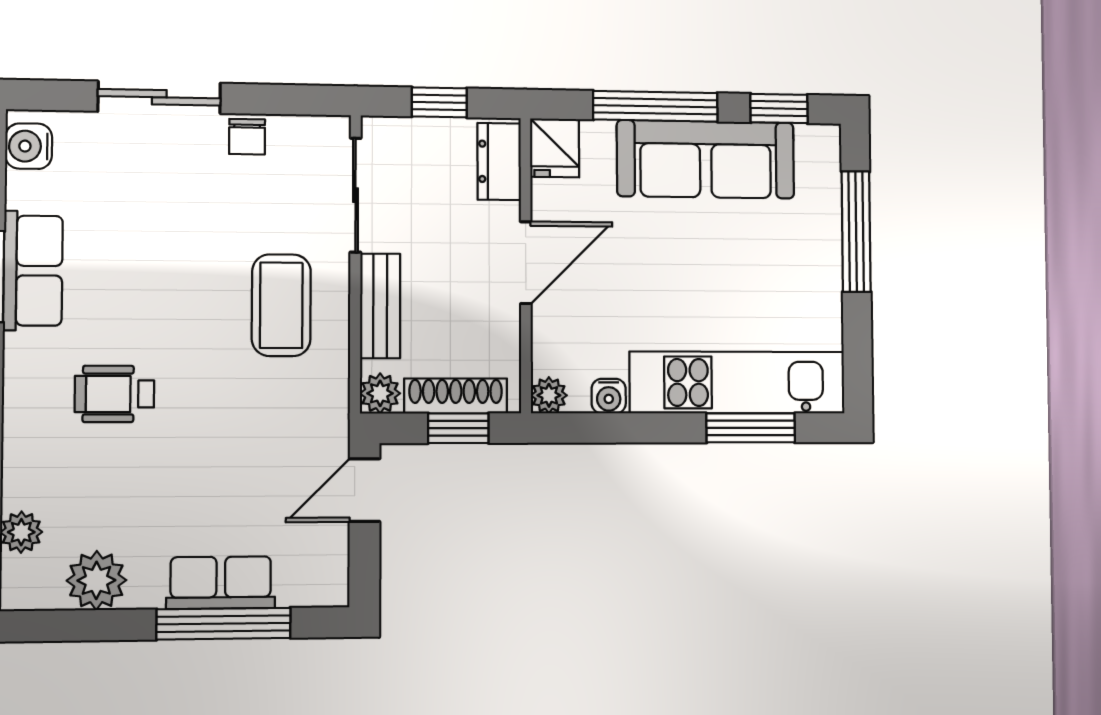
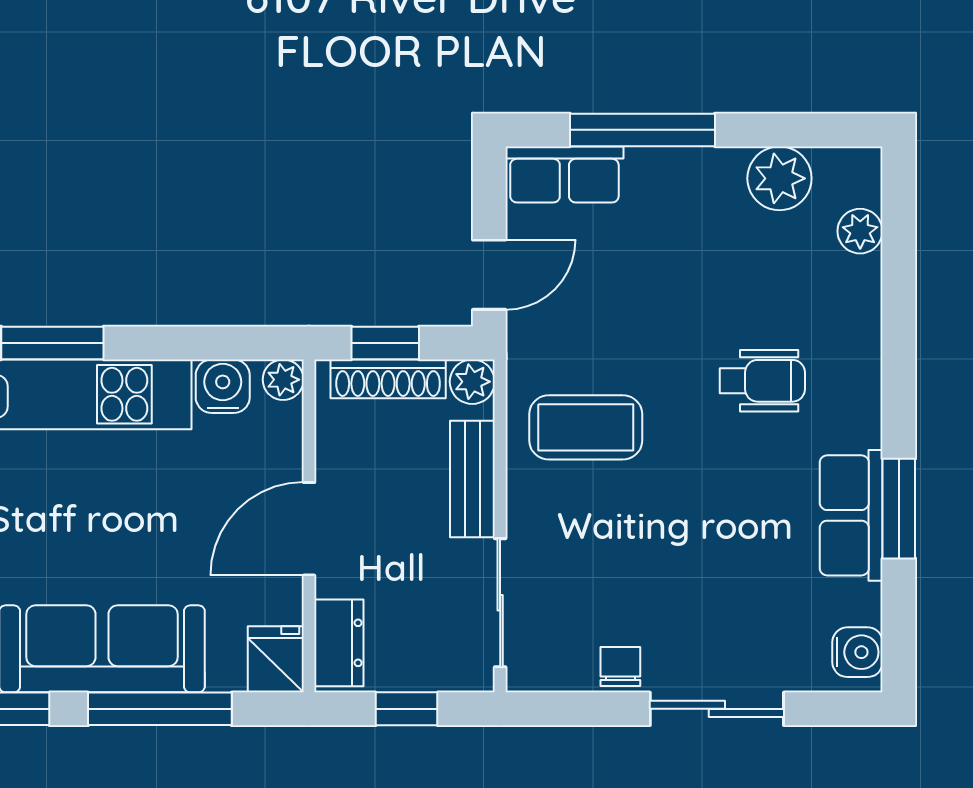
coffee table: (281, 305) -> (586, 427), moved, turned 90
water cooler: (609, 396) -> (223, 386), width x1.38, depth x1.38
row of seats: (221, 583) -> (564, 174), moved

